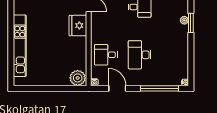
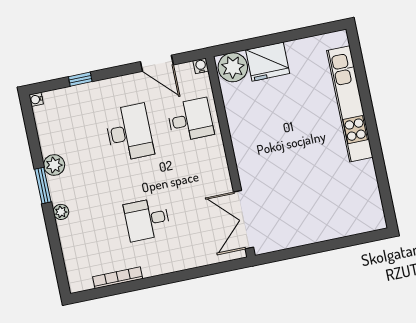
window: (191, 23) -> (43, 186), moved
fridge: (78, 26) -> (268, 62), moved, turned 90
plant: (183, 46) -> (54, 165), added
window: (160, 88) -> (80, 79), width x0.32

